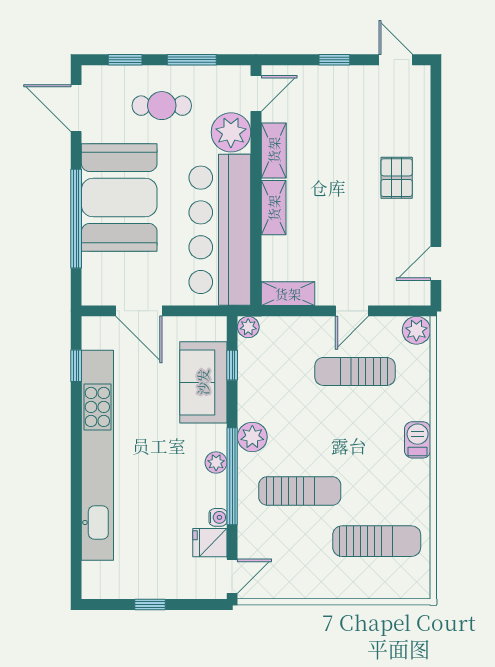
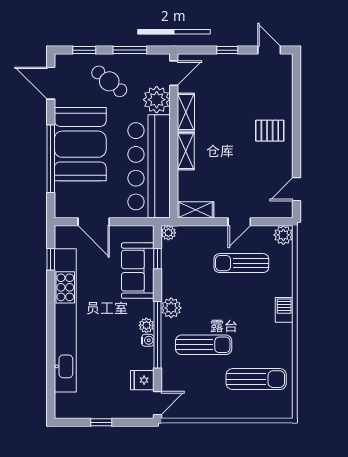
cafe table: (162, 106) -> (109, 81), turned 39
pallet: (397, 178) -> (270, 131), turned 90
water cooler: (218, 517) -> (148, 340), moved

